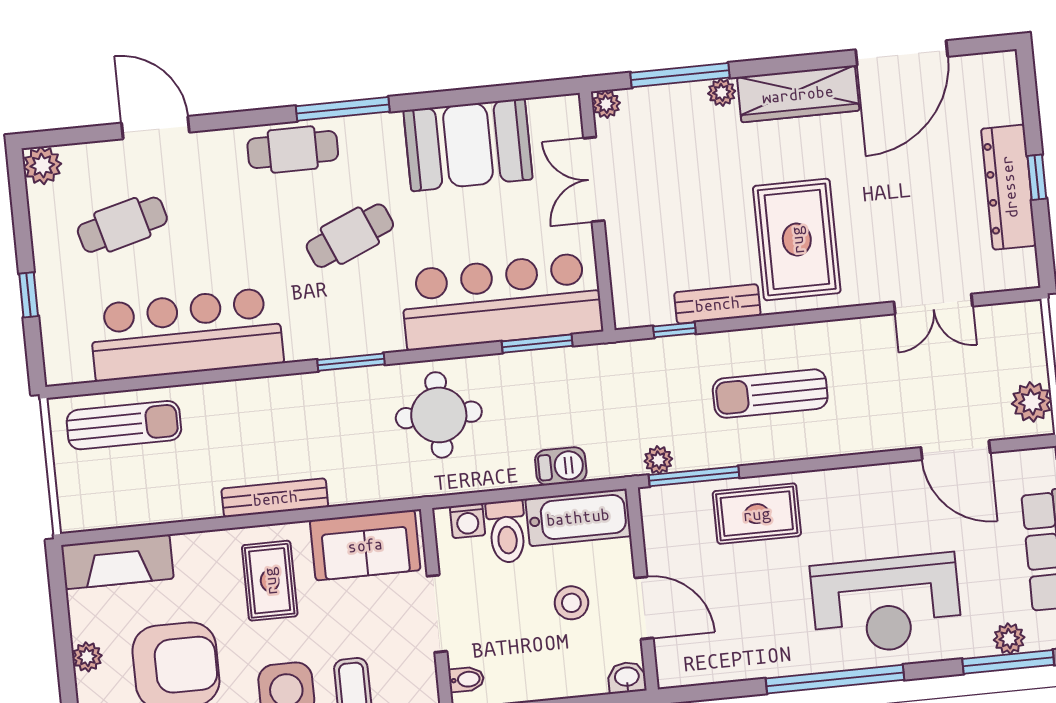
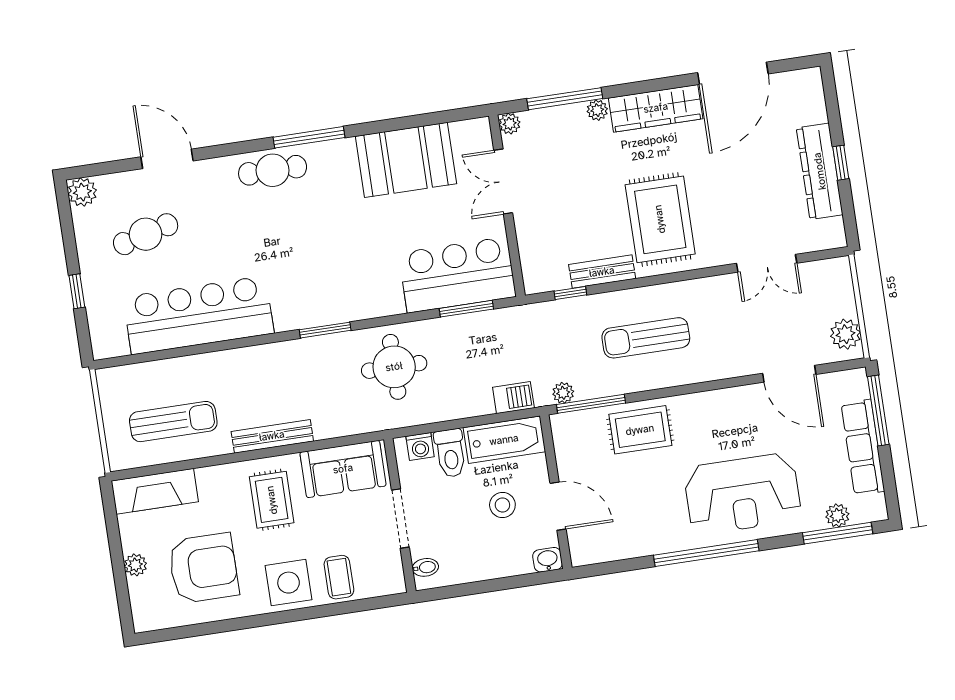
cafe table: (350, 236) -> (319, 234), removed
bar counter: (501, 301) -> (457, 275), width x0.73
sun lounger: (124, 425) -> (173, 422), moved
barbecue: (561, 466) -> (513, 398), moved

